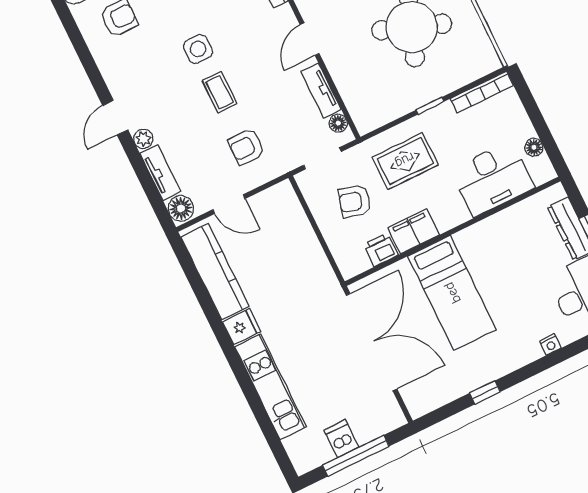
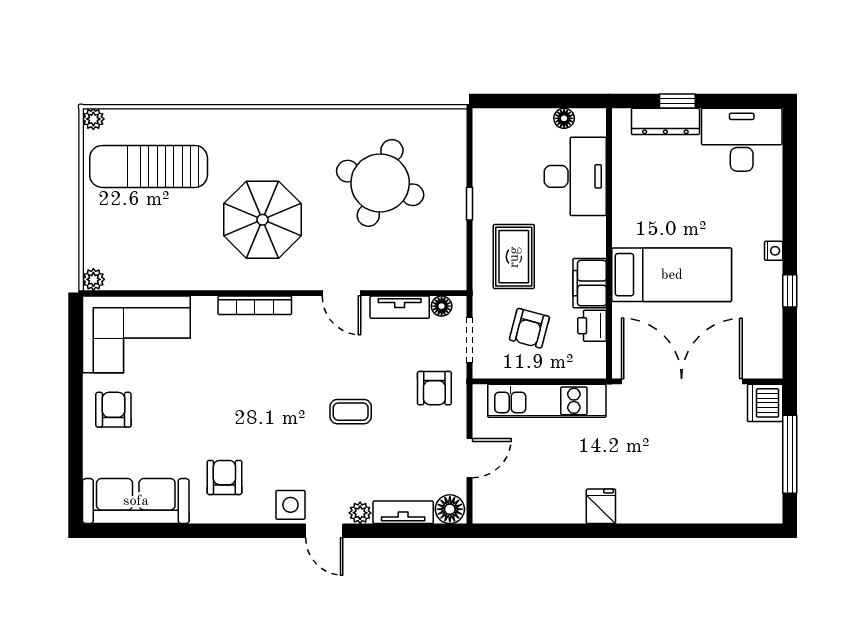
side table: (198, 49) -> (290, 505), moved
bookcase: (482, 92) -> (482, 144), removed
armchair: (247, 147) -> (434, 388), moved
kitchen counter: (215, 272) -> (532, 506), removed
nightstand: (550, 345) -> (774, 251), moved
kitchen unit: (270, 387) -> (547, 401), moved, turned 180
dishwasher: (341, 439) -> (765, 403), moved, width x1.38

